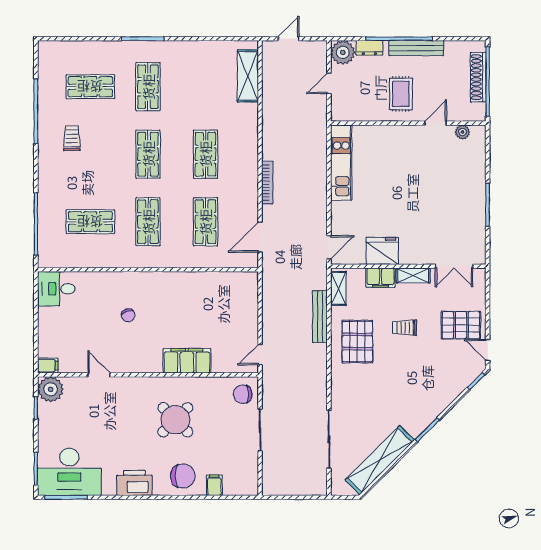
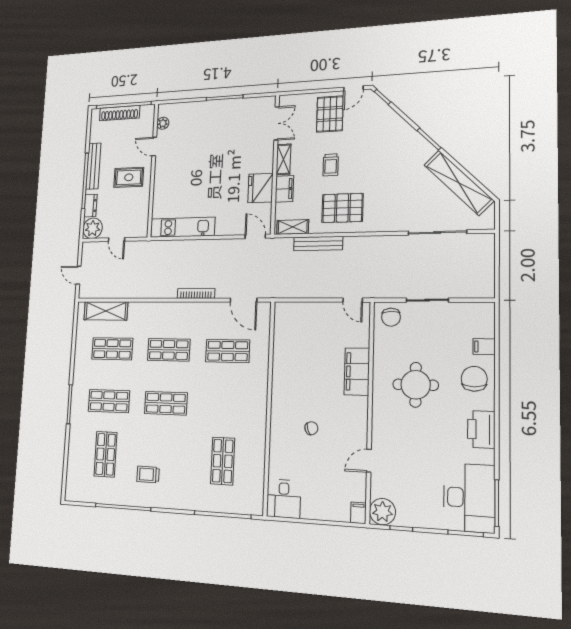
shop shelf: (148, 222) -> (112, 349), moved
round table: (175, 420) -> (416, 385), turned 45

